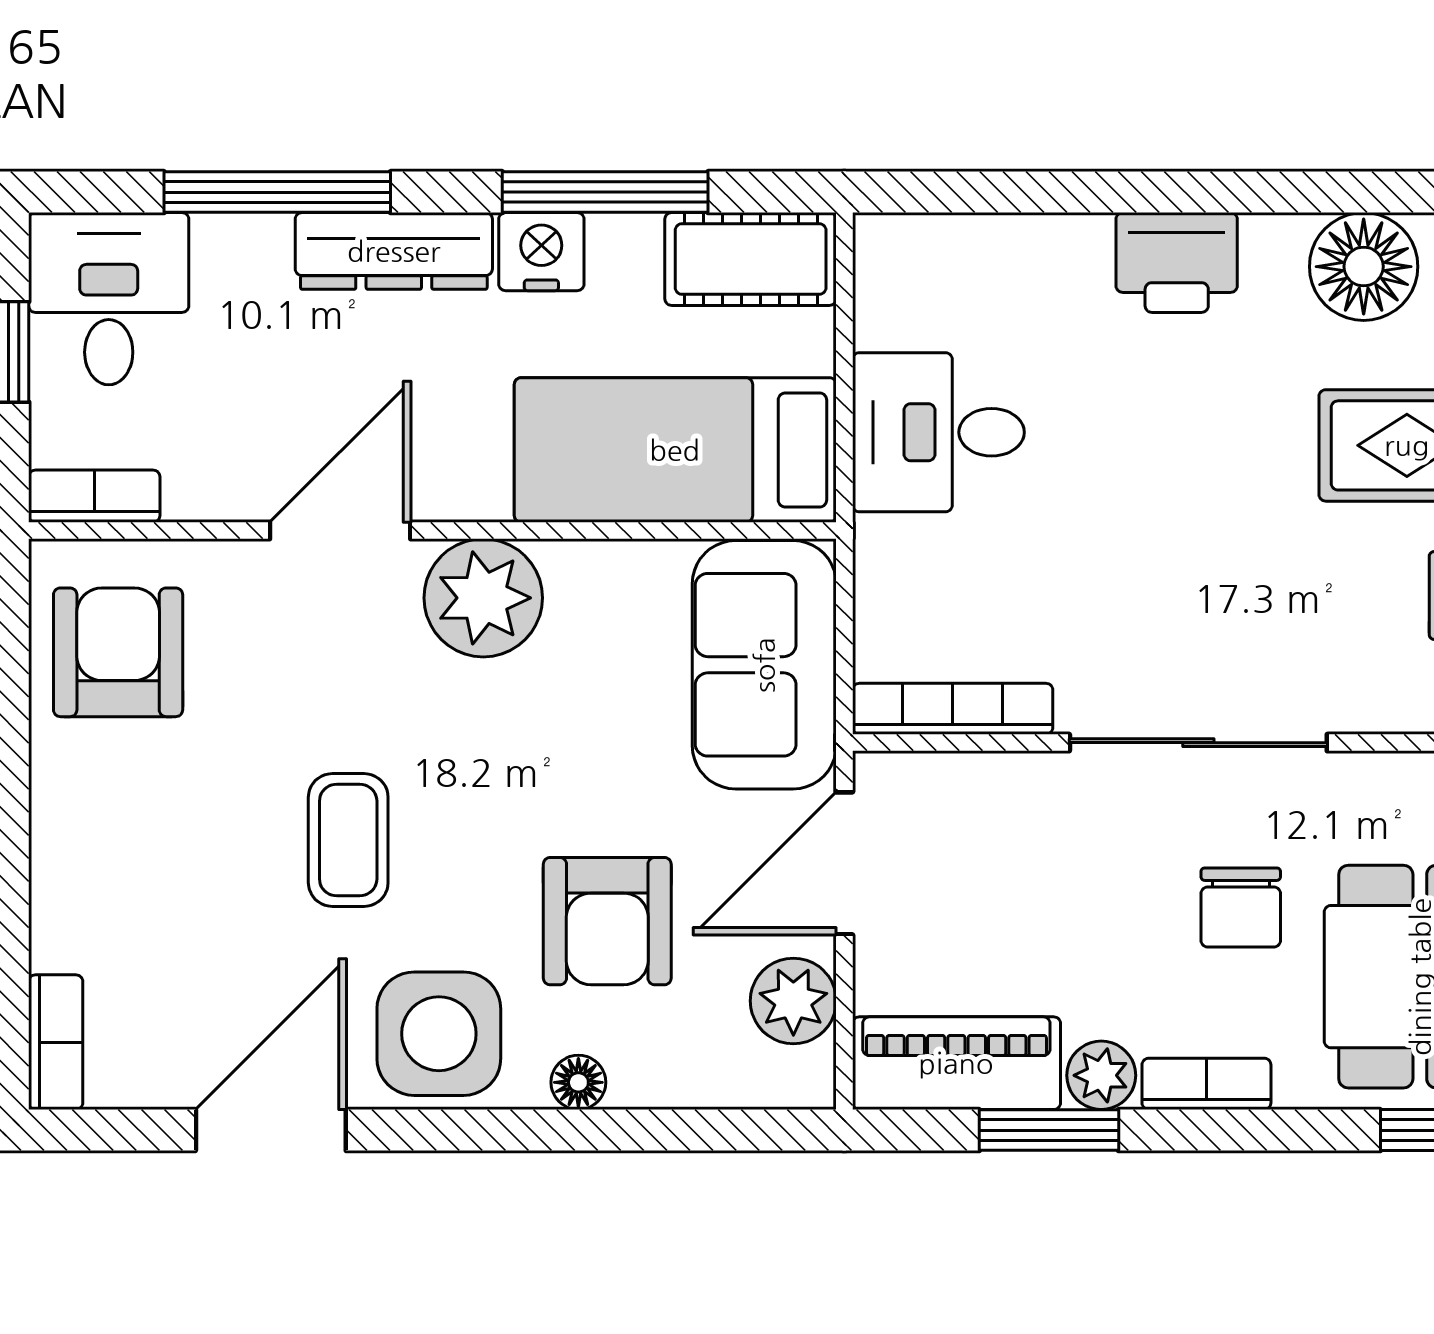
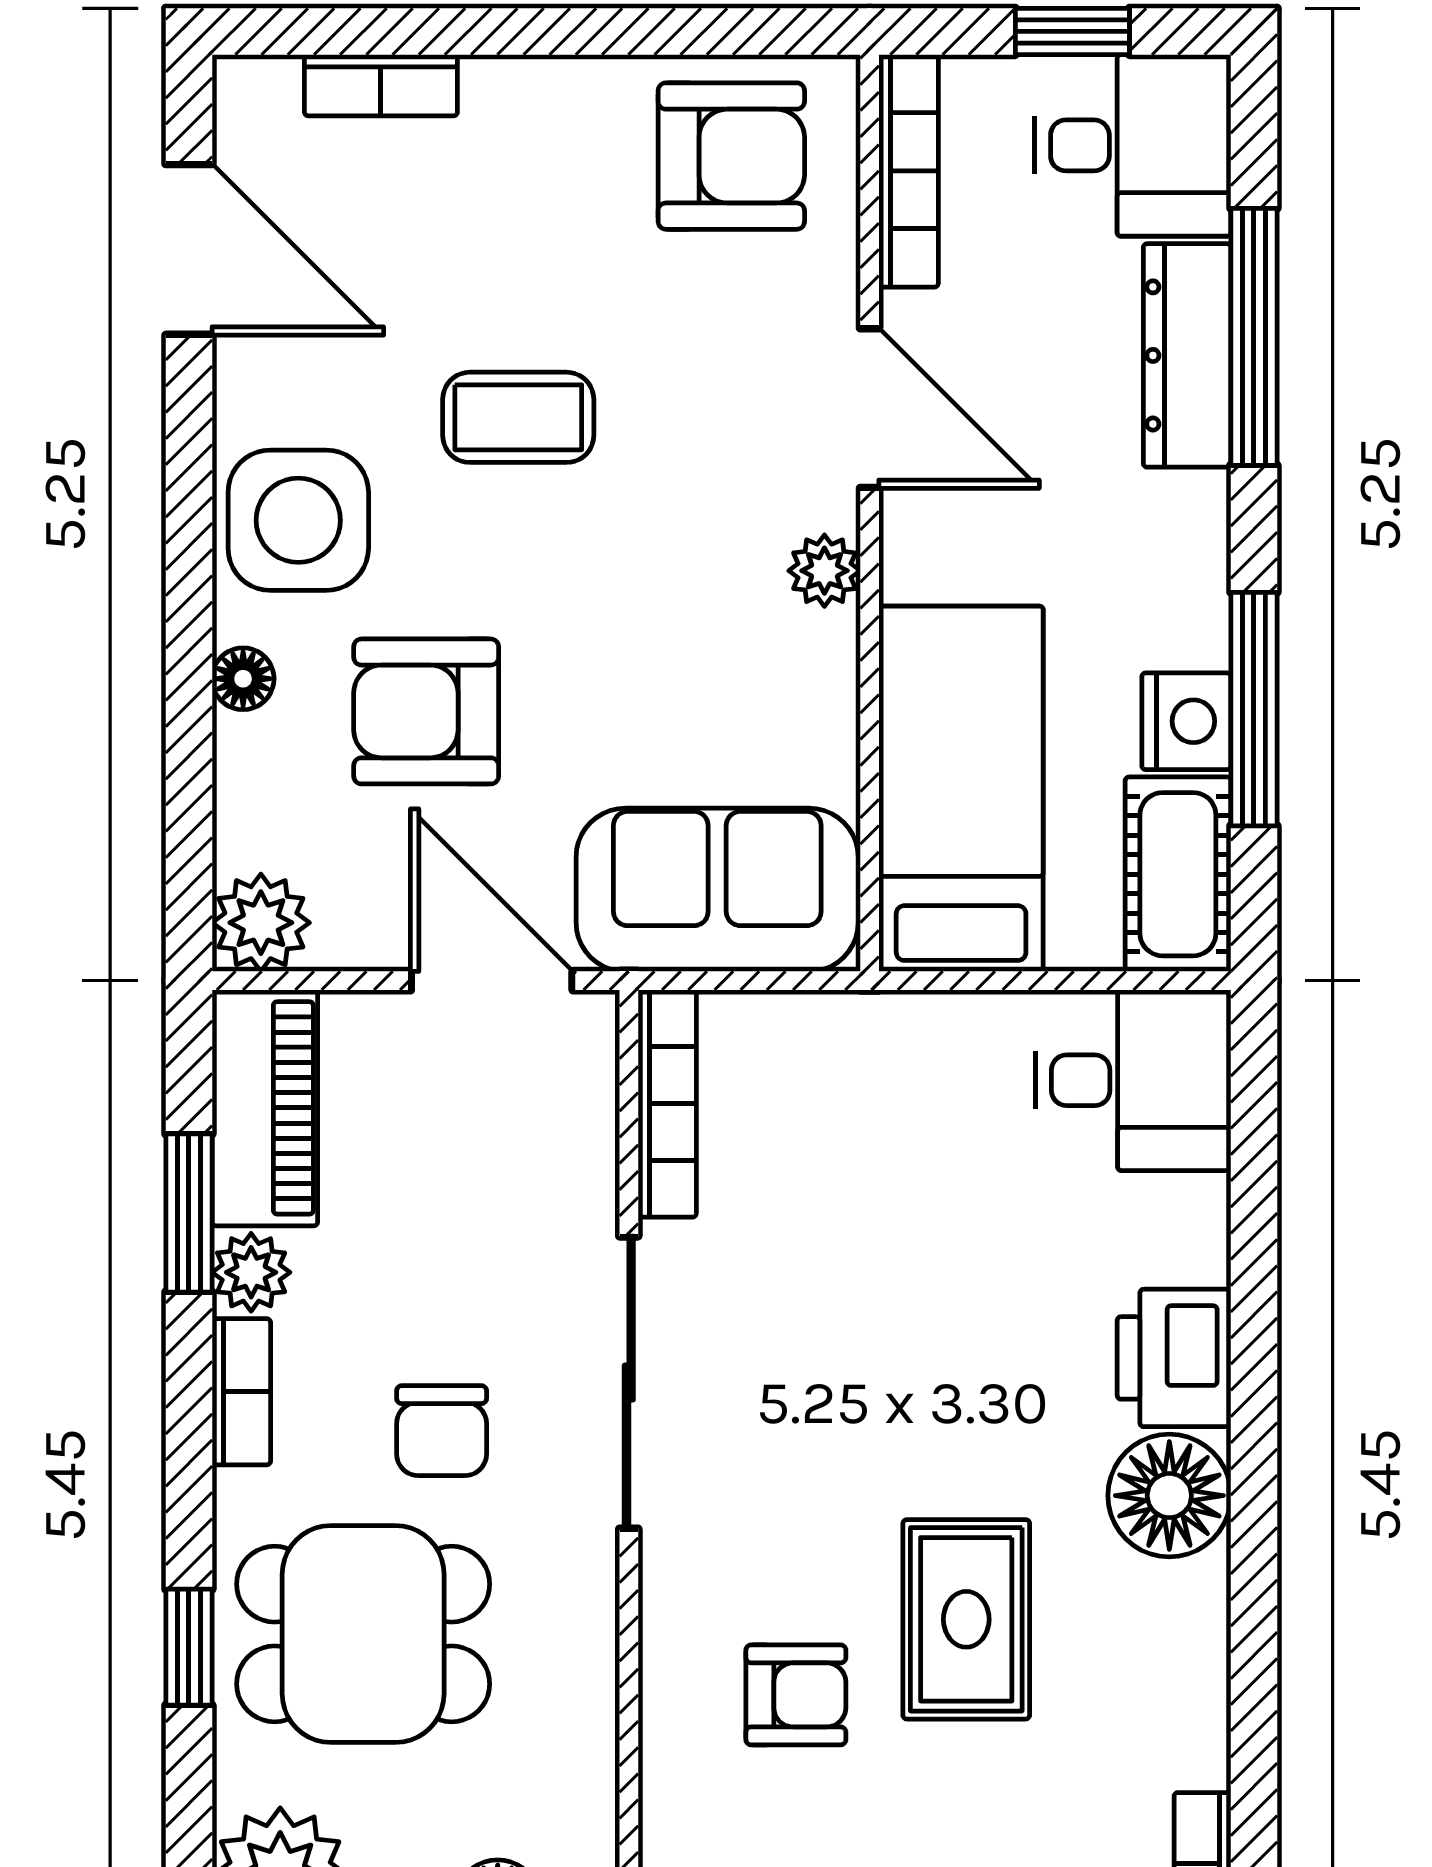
dresser: (394, 251) -> (1187, 355), moved
nightstand: (541, 252) -> (1186, 721), moved
floor lamp: (1364, 267) -> (1169, 1496), moved
desk: (938, 432) -> (1133, 1080), moved, turned 90
bookcase: (94, 496) -> (909, 171), width x1.56
plant: (483, 598) -> (824, 571), width x0.53, depth x0.53
chair: (1241, 908) -> (442, 1431), turned -90
plant: (793, 1001) -> (261, 923), moved
bookcase: (56, 1042) -> (381, 85), moved
door: (271, 1130) -> (189, 249), moved

